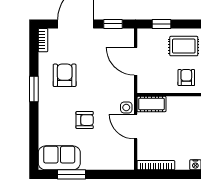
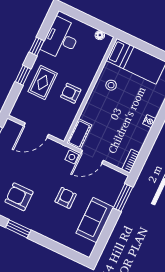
window: (162, 24) -> (23, 75), moved
sofa: (59, 158) -> (95, 220), moved
bookcase: (156, 165) -> (131, 161), width x0.64
window: (71, 174) -> (123, 198), moved

